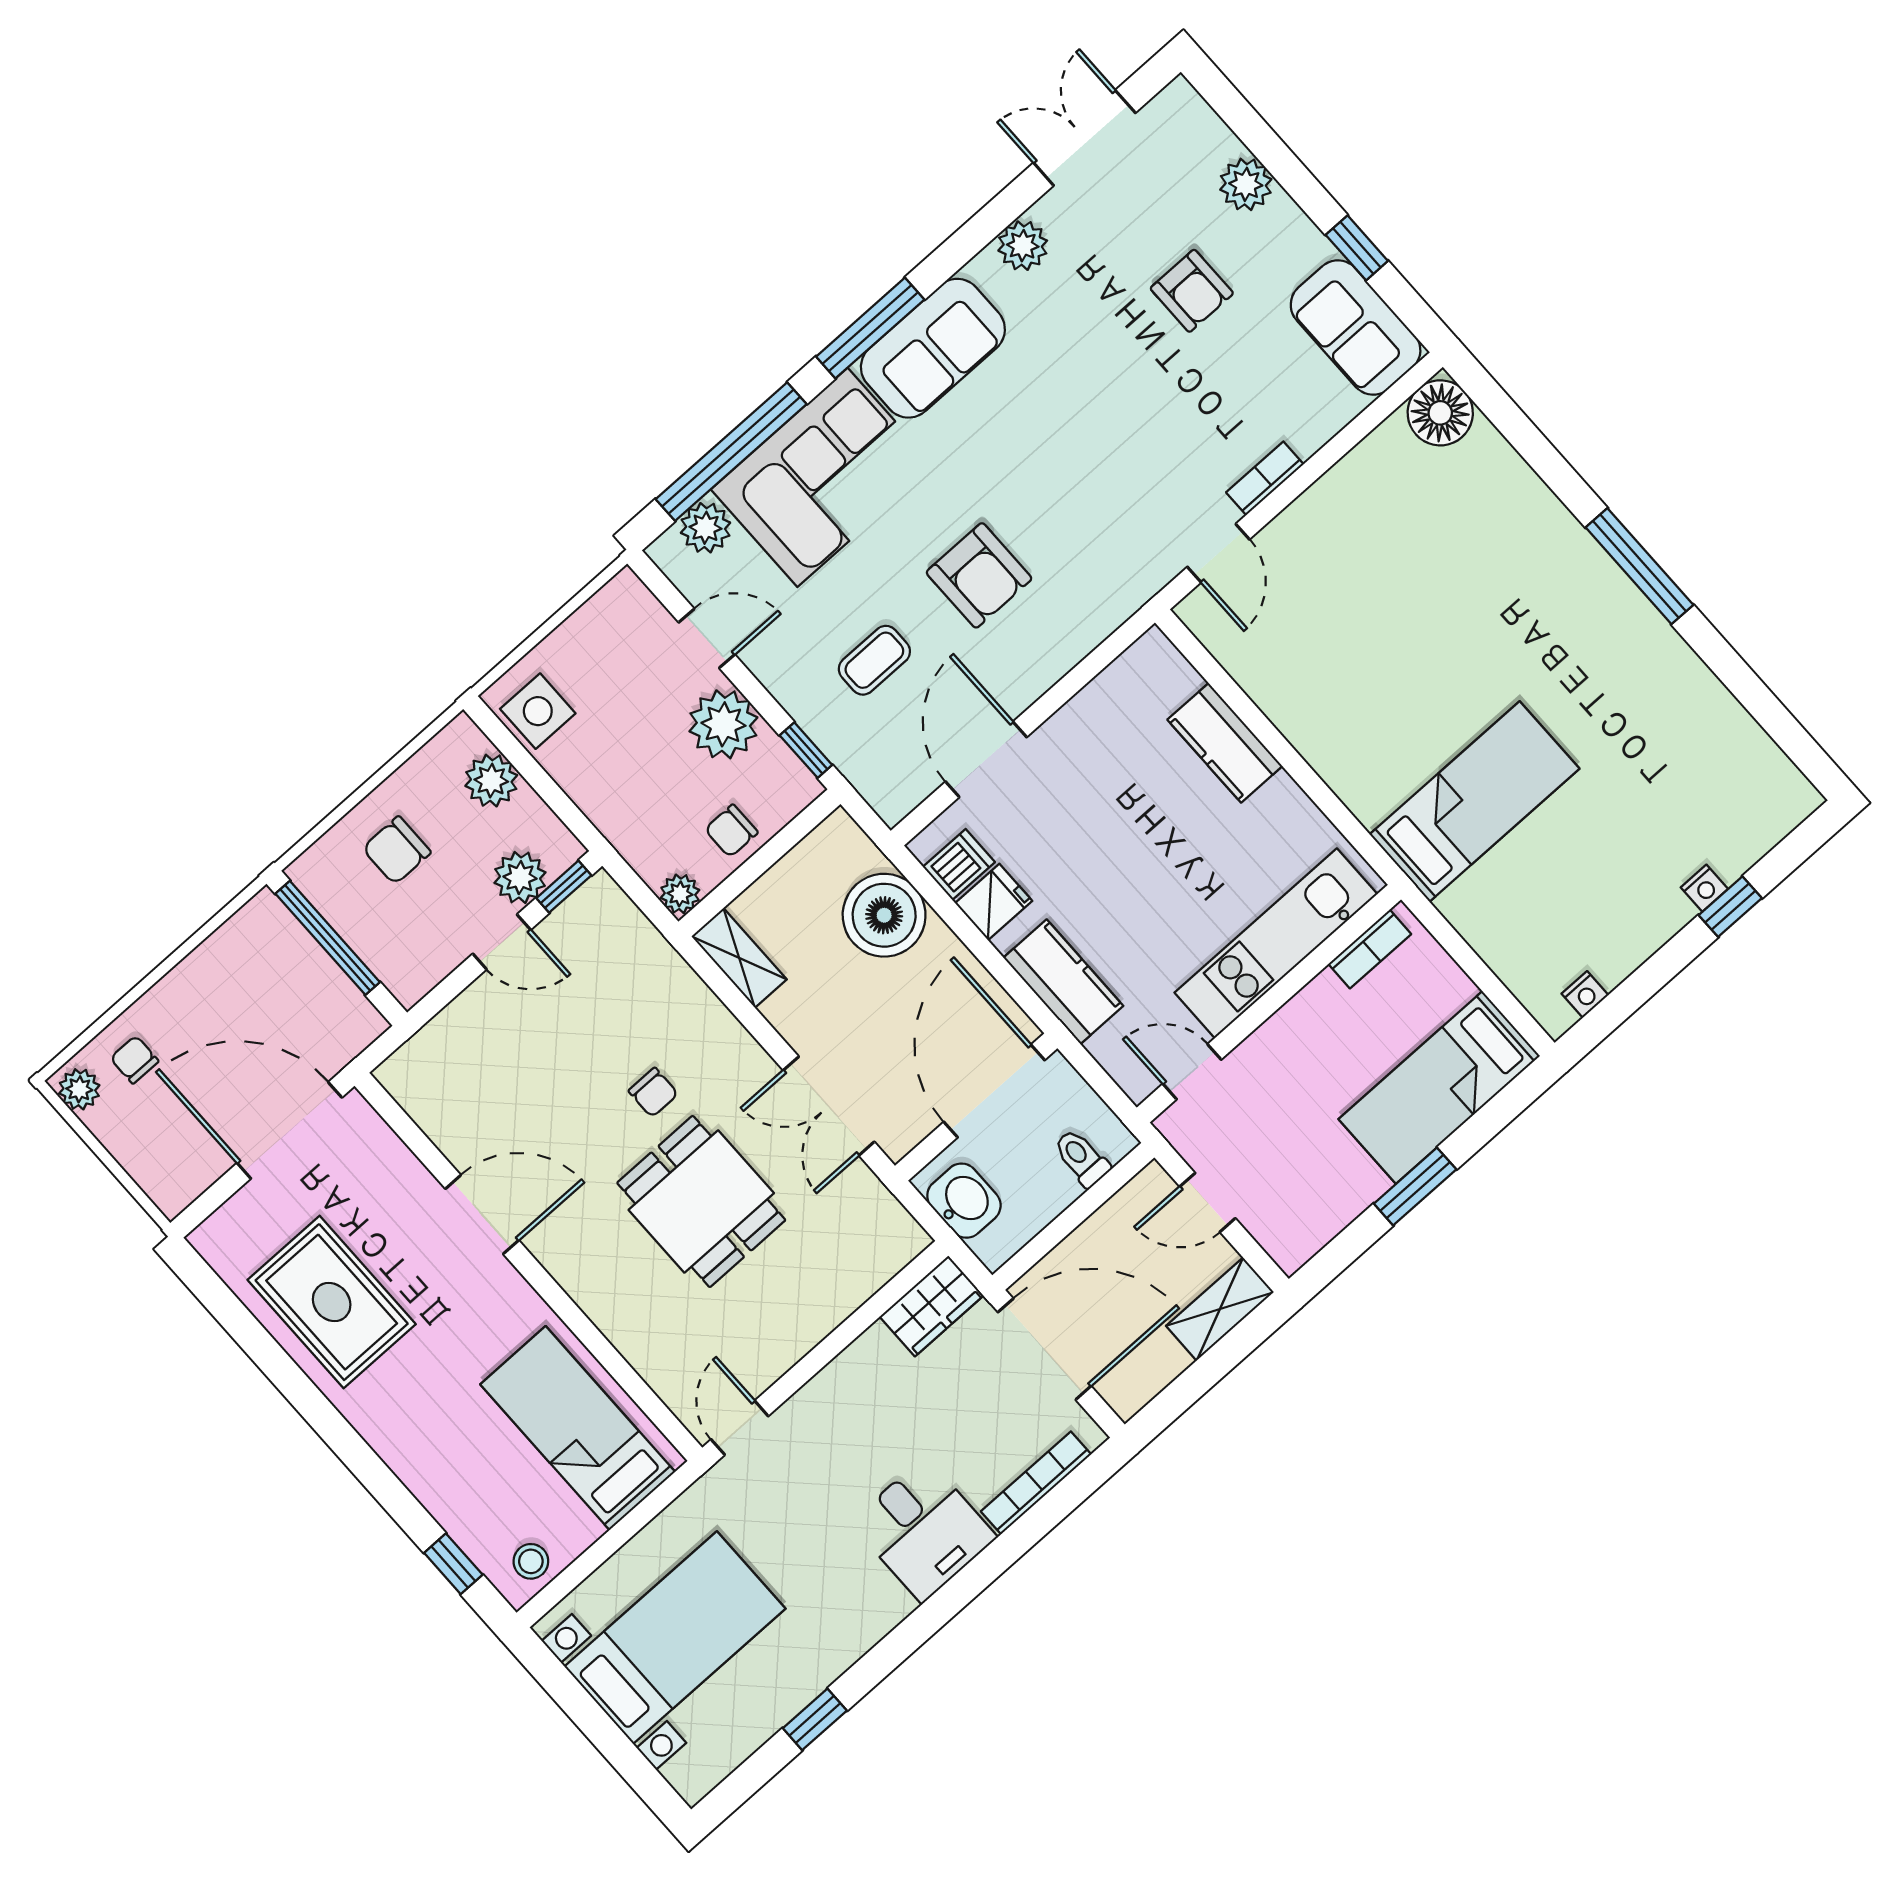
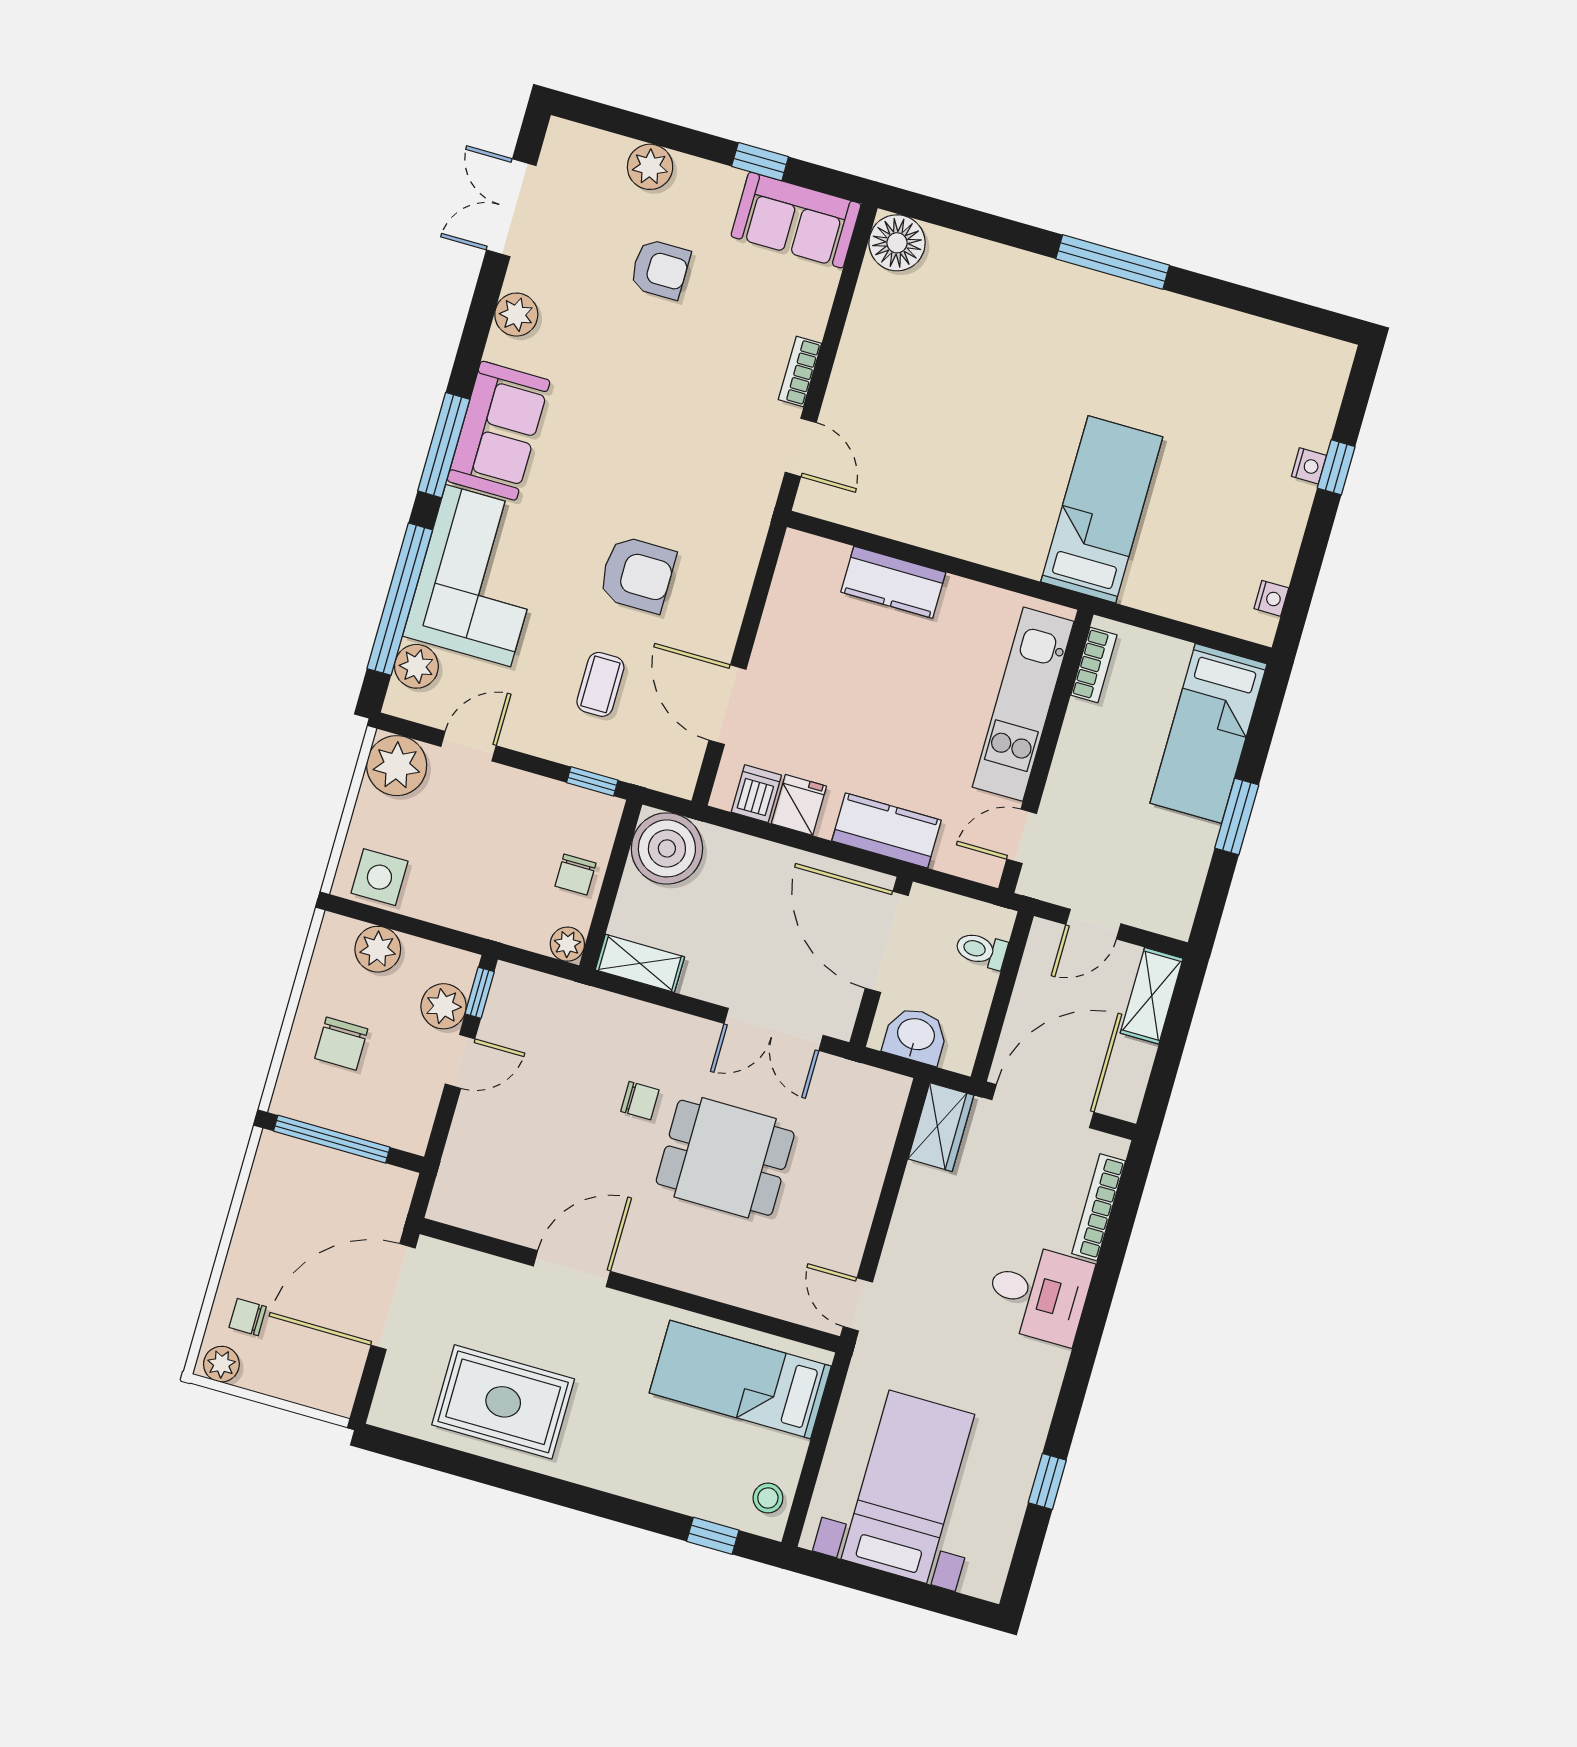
plant: (723, 724) -> (397, 766), moved
boiler: (884, 915) -> (667, 848), moved

